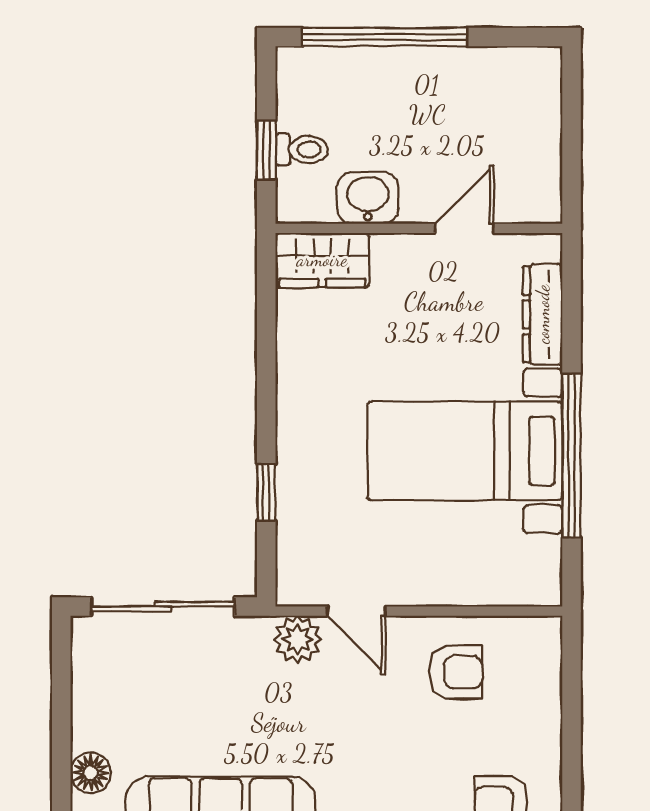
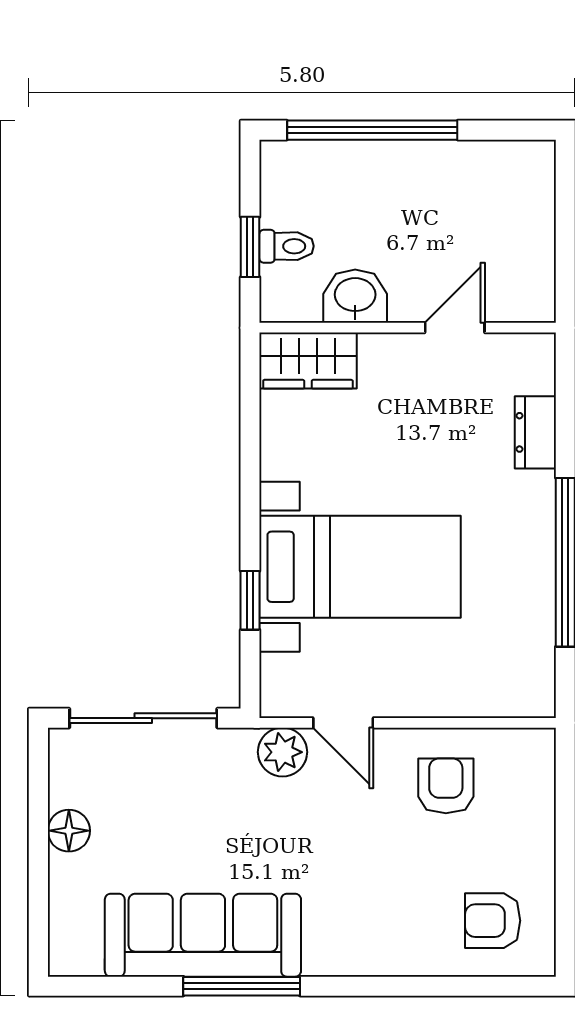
dresser: (543, 314) -> (535, 432), width x0.70
bed with nightstands: (465, 451) -> (360, 567), moved, turned 180
armchair: (456, 672) -> (446, 786), turned -90
floor lamp: (91, 773) -> (69, 831), moved

